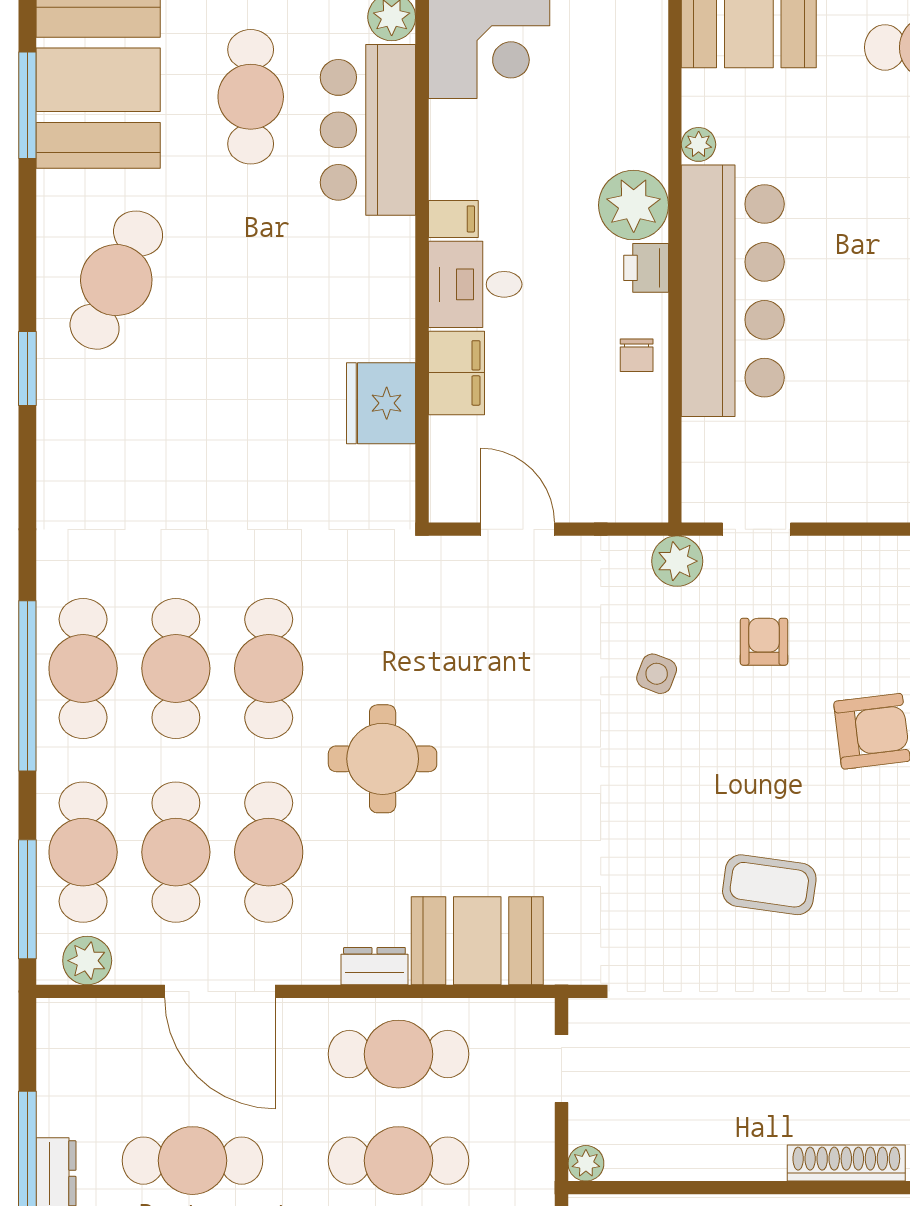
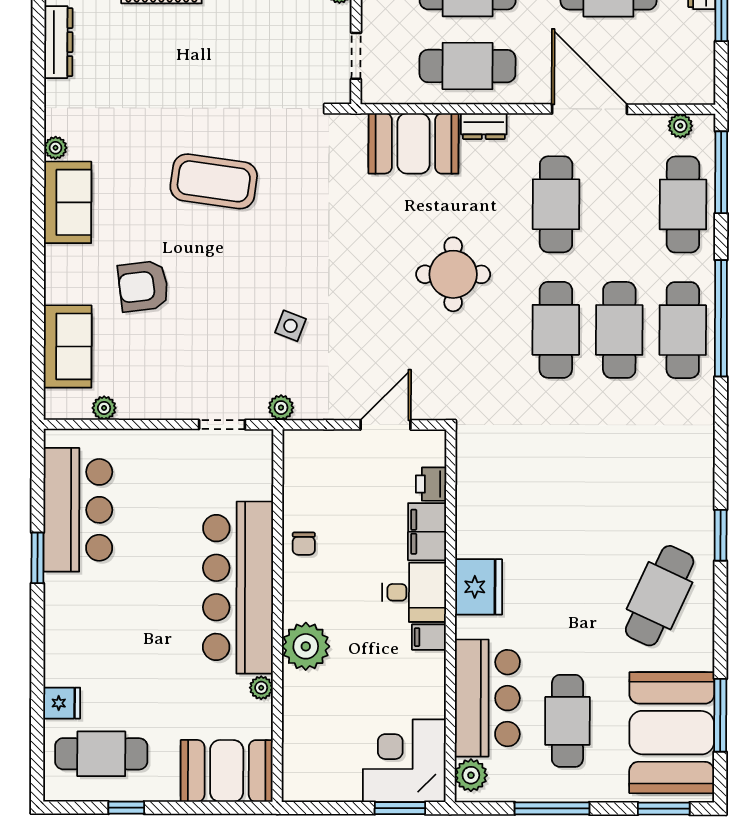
printer: (646, 268) -> (431, 484), moved, turned 180
chair: (637, 355) -> (304, 544), turned 180
fridge: (381, 403) -> (479, 587), moved
door: (517, 529) -> (386, 425), swing flipped
plant: (677, 561) -> (281, 408), width x0.73, depth x0.73
armchair: (764, 642) -> (217, 348), removed
round table: (383, 759) -> (453, 274), moved
cafe table: (176, 852) -> (619, 204), removed
coffee table: (769, 885) -> (214, 181), width x1.36, depth x1.32
plant: (87, 961) -> (680, 126), width x0.73, depth x0.73

